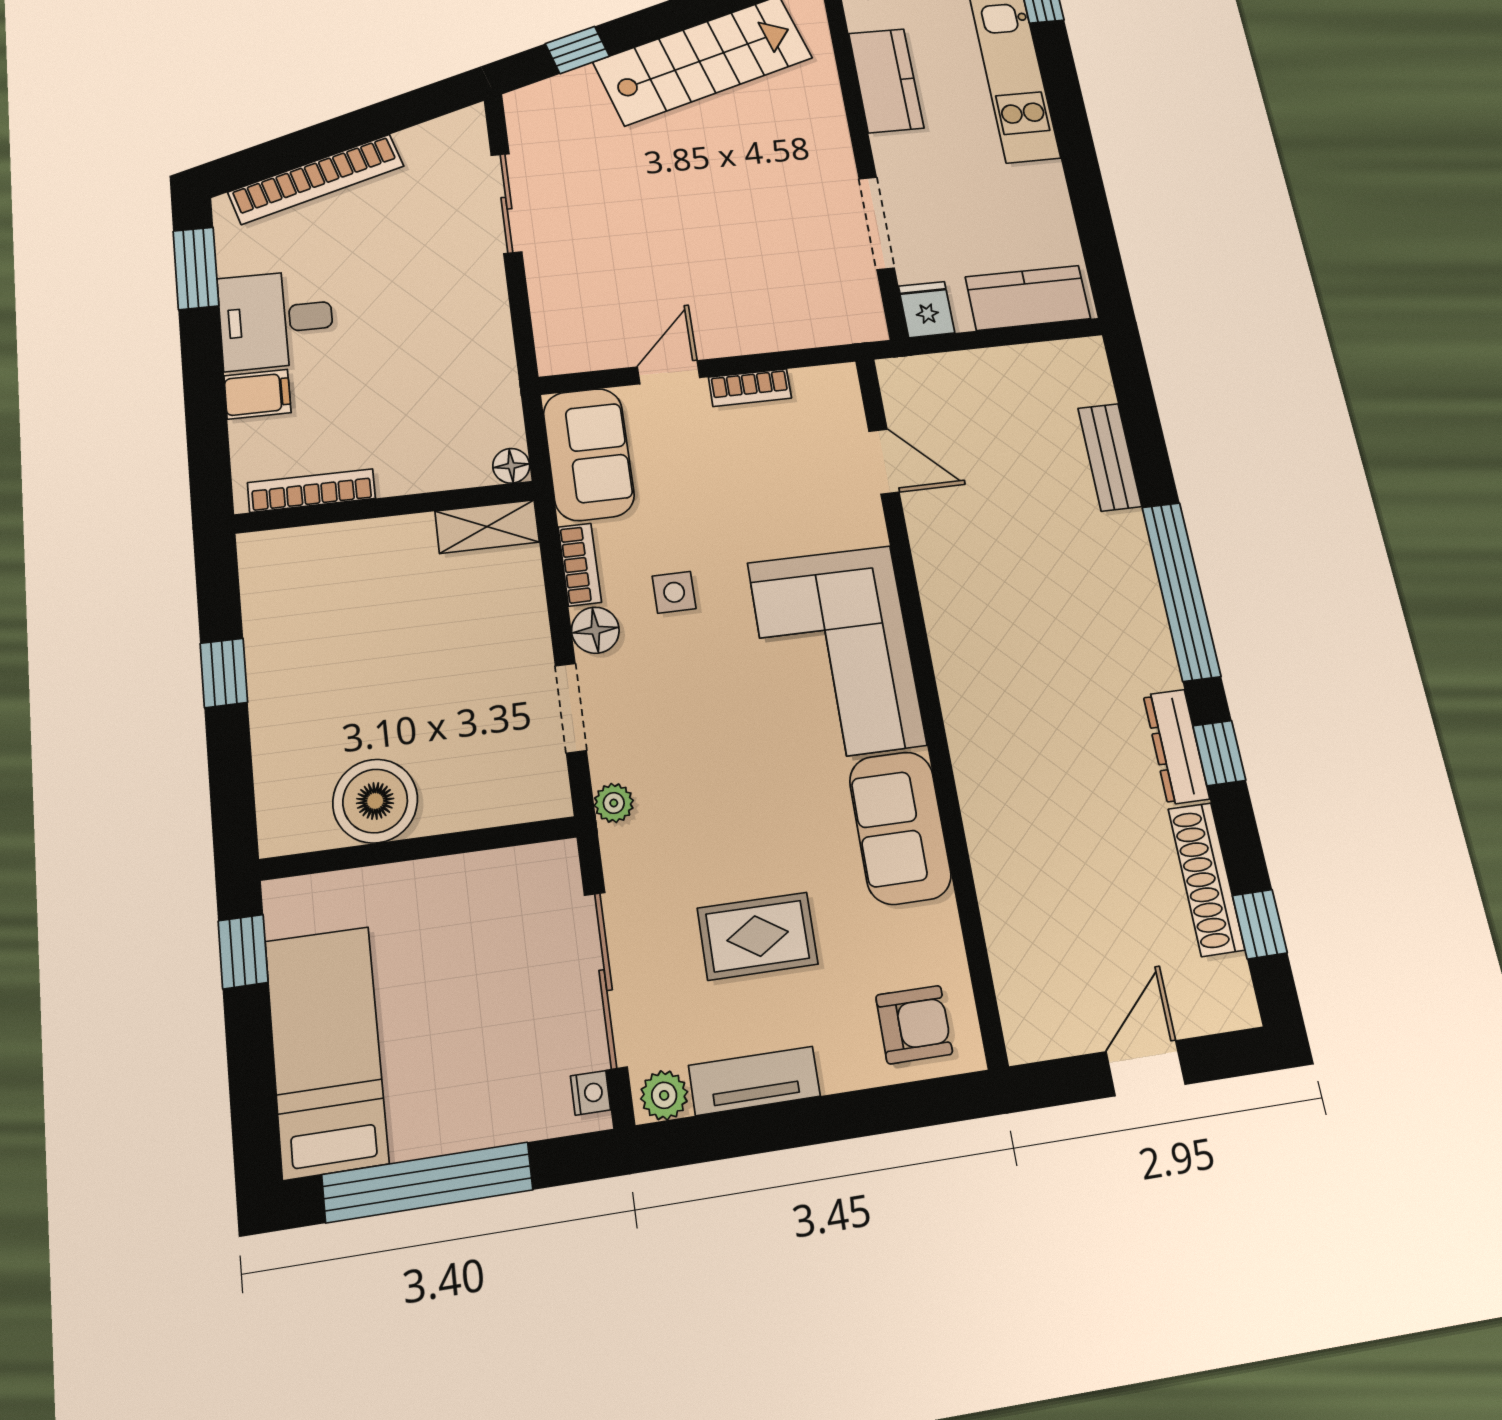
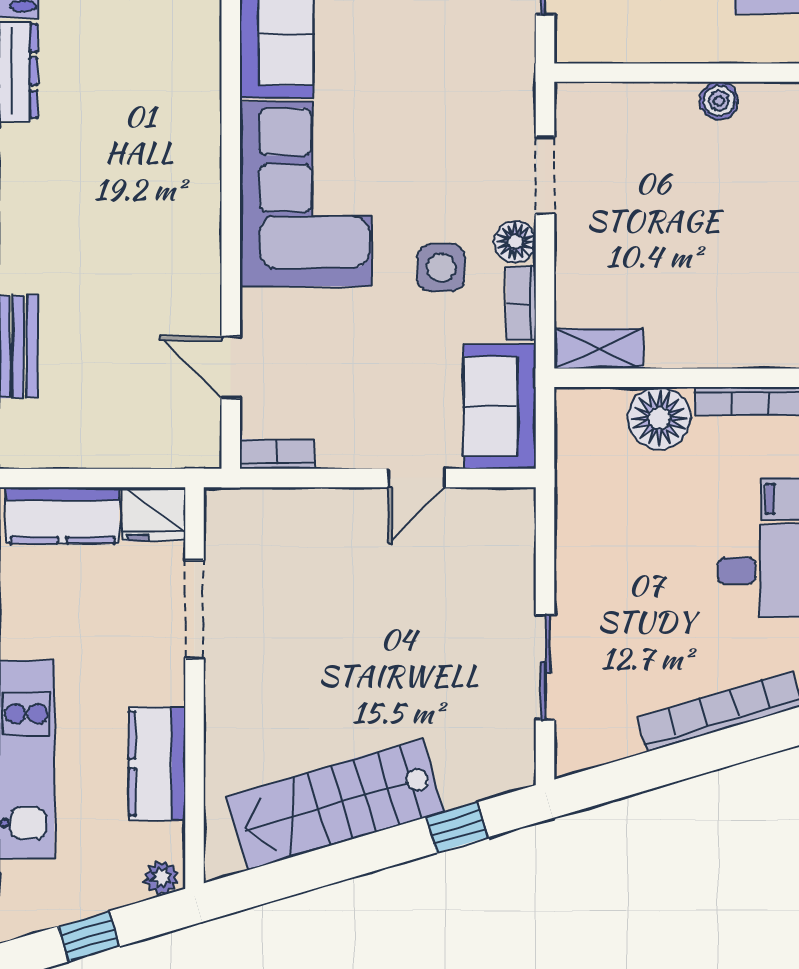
fridge: (927, 310) -> (154, 514), width x1.38
bookcase: (750, 388) -> (277, 454), moved
floor lamp: (511, 466) -> (659, 418), moved, width x1.89, depth x1.89
side table: (674, 592) -> (441, 267), width x1.37, depth x1.37
boiler: (375, 801) -> (719, 101), width x0.54, depth x0.54
plant: (614, 803) -> (519, 88), removed

